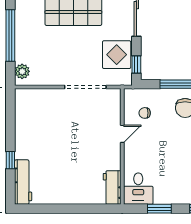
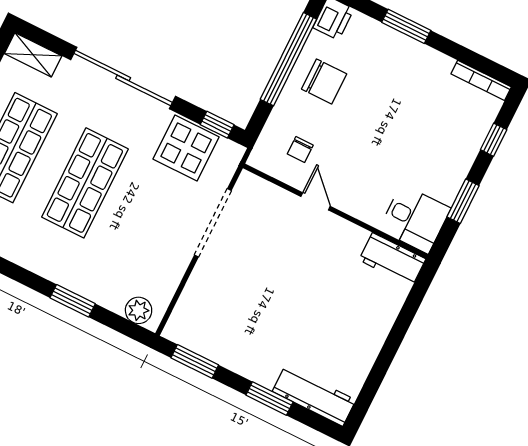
window: (10, 36) -> (73, 301), width x0.47
window: (10, 113) -> (195, 361), added
window: (10, 160) -> (269, 398), width x1.50

